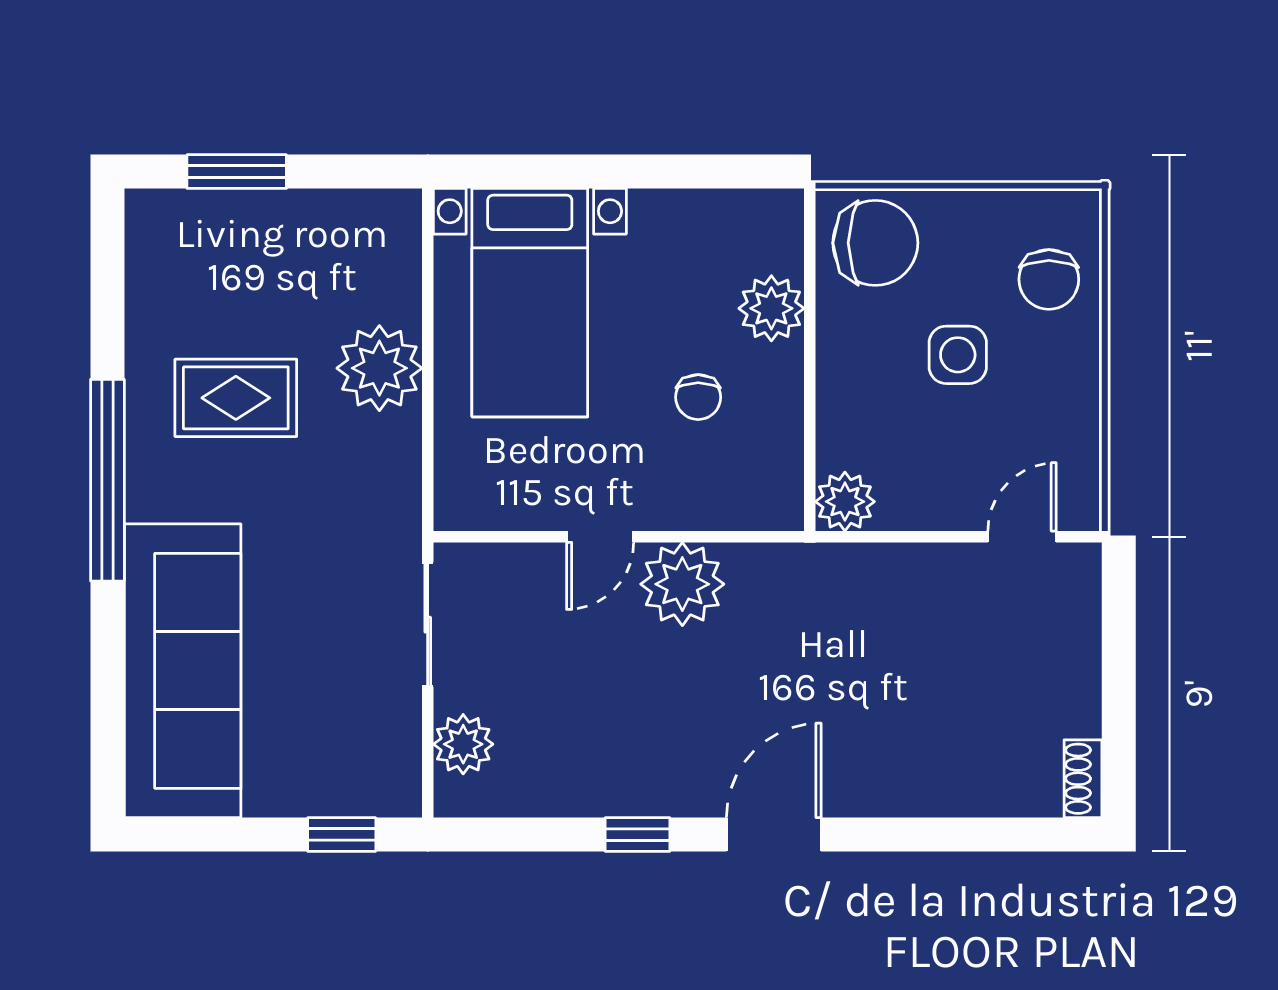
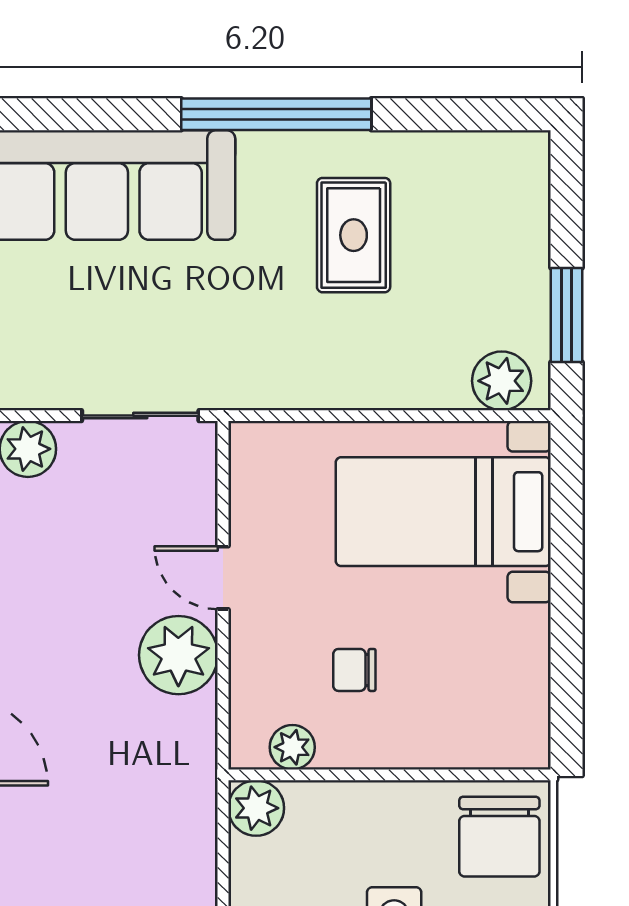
window: (237, 172) -> (567, 315), moved
plant: (771, 308) -> (292, 747), moved, width x0.73, depth x0.73
plant: (379, 368) -> (502, 381), moved, width x0.73, depth x0.73

